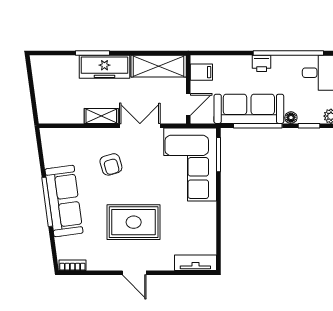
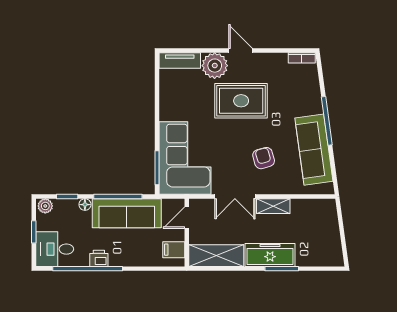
printer: (262, 63) -> (99, 258), moved
sofa: (64, 201) -> (314, 150), moved
plant: (160, 258) -> (215, 66), added

